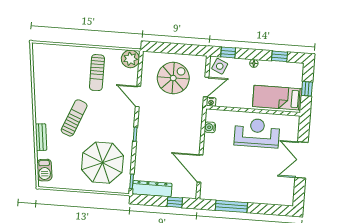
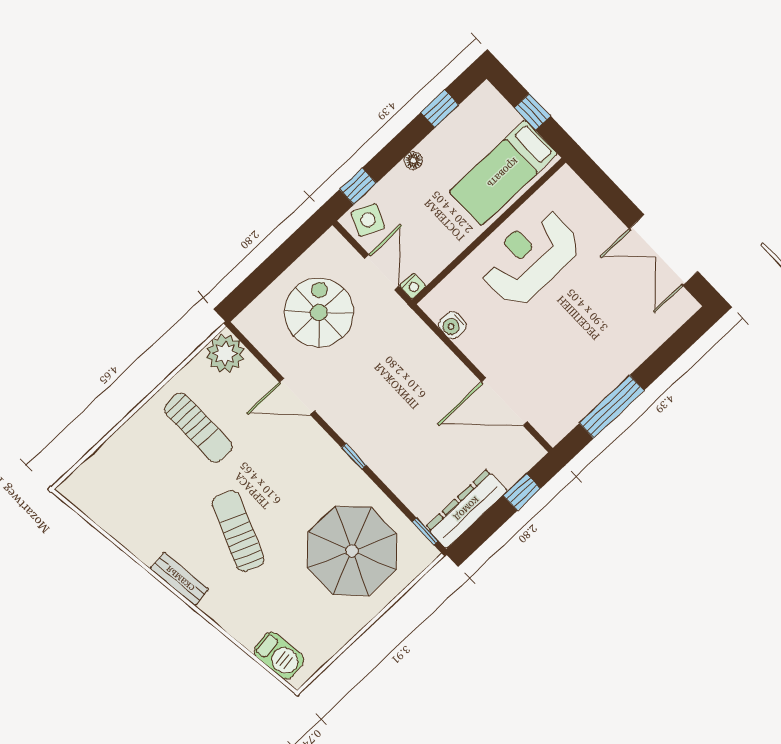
bench: (41, 137) -> (180, 579), moved
double door: (302, 160) -> (664, 250), moved

